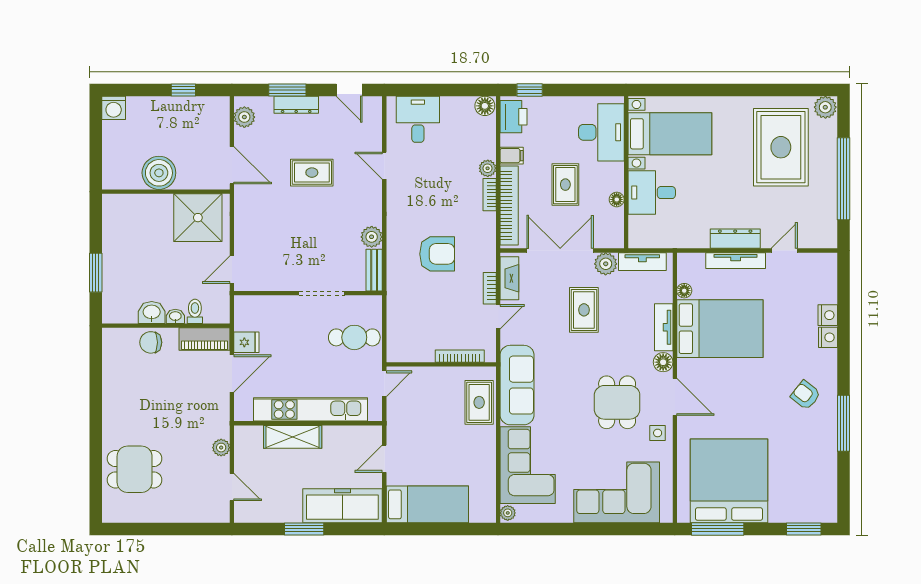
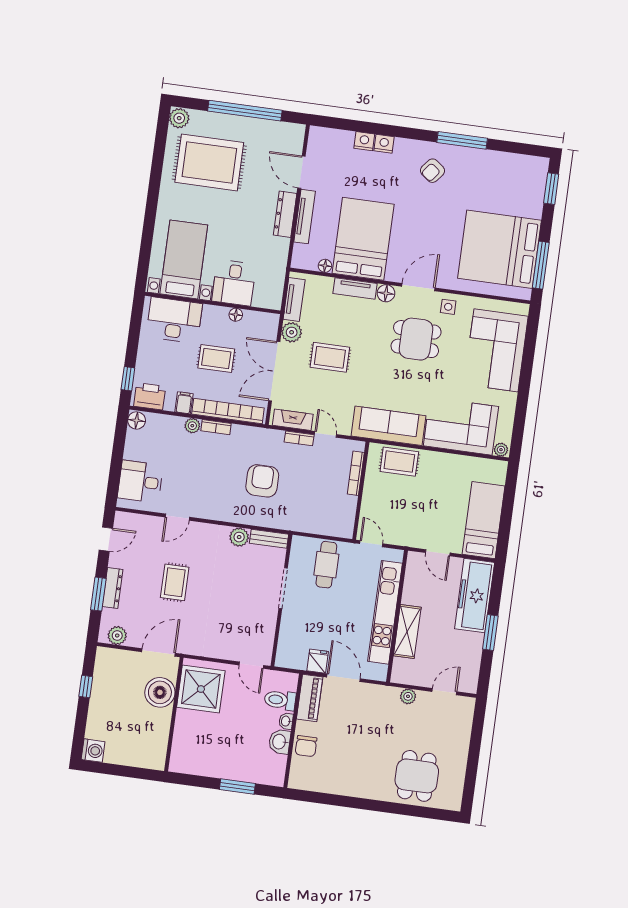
boiler: (159, 173) -> (160, 692), moved
door: (784, 251) -> (301, 172), width x1.38
toilet: (195, 311) -> (280, 700), width x1.37, depth x1.39

